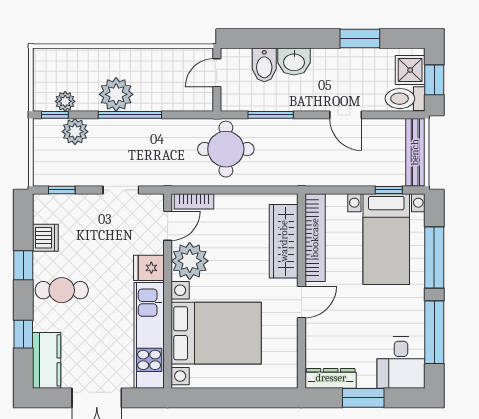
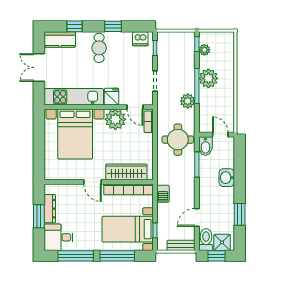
bidet: (264, 65) -> (205, 146), moved, turned -90
door: (346, 115) -> (197, 217), moved
plant: (75, 132) -> (188, 101), moved
bench: (415, 152) -> (181, 245), width x0.73
barbecue: (323, 176) -> (163, 194), added
dishwasher: (45, 238) -> (140, 39), moved
dresser: (331, 378) -> (50, 209), moved

